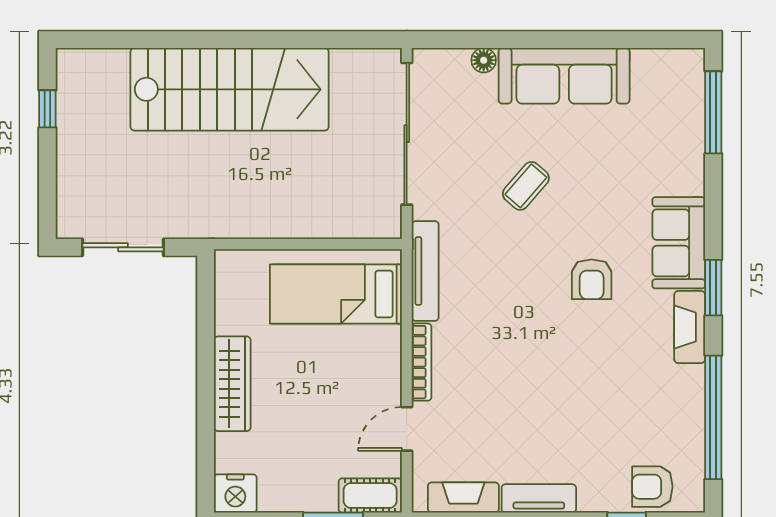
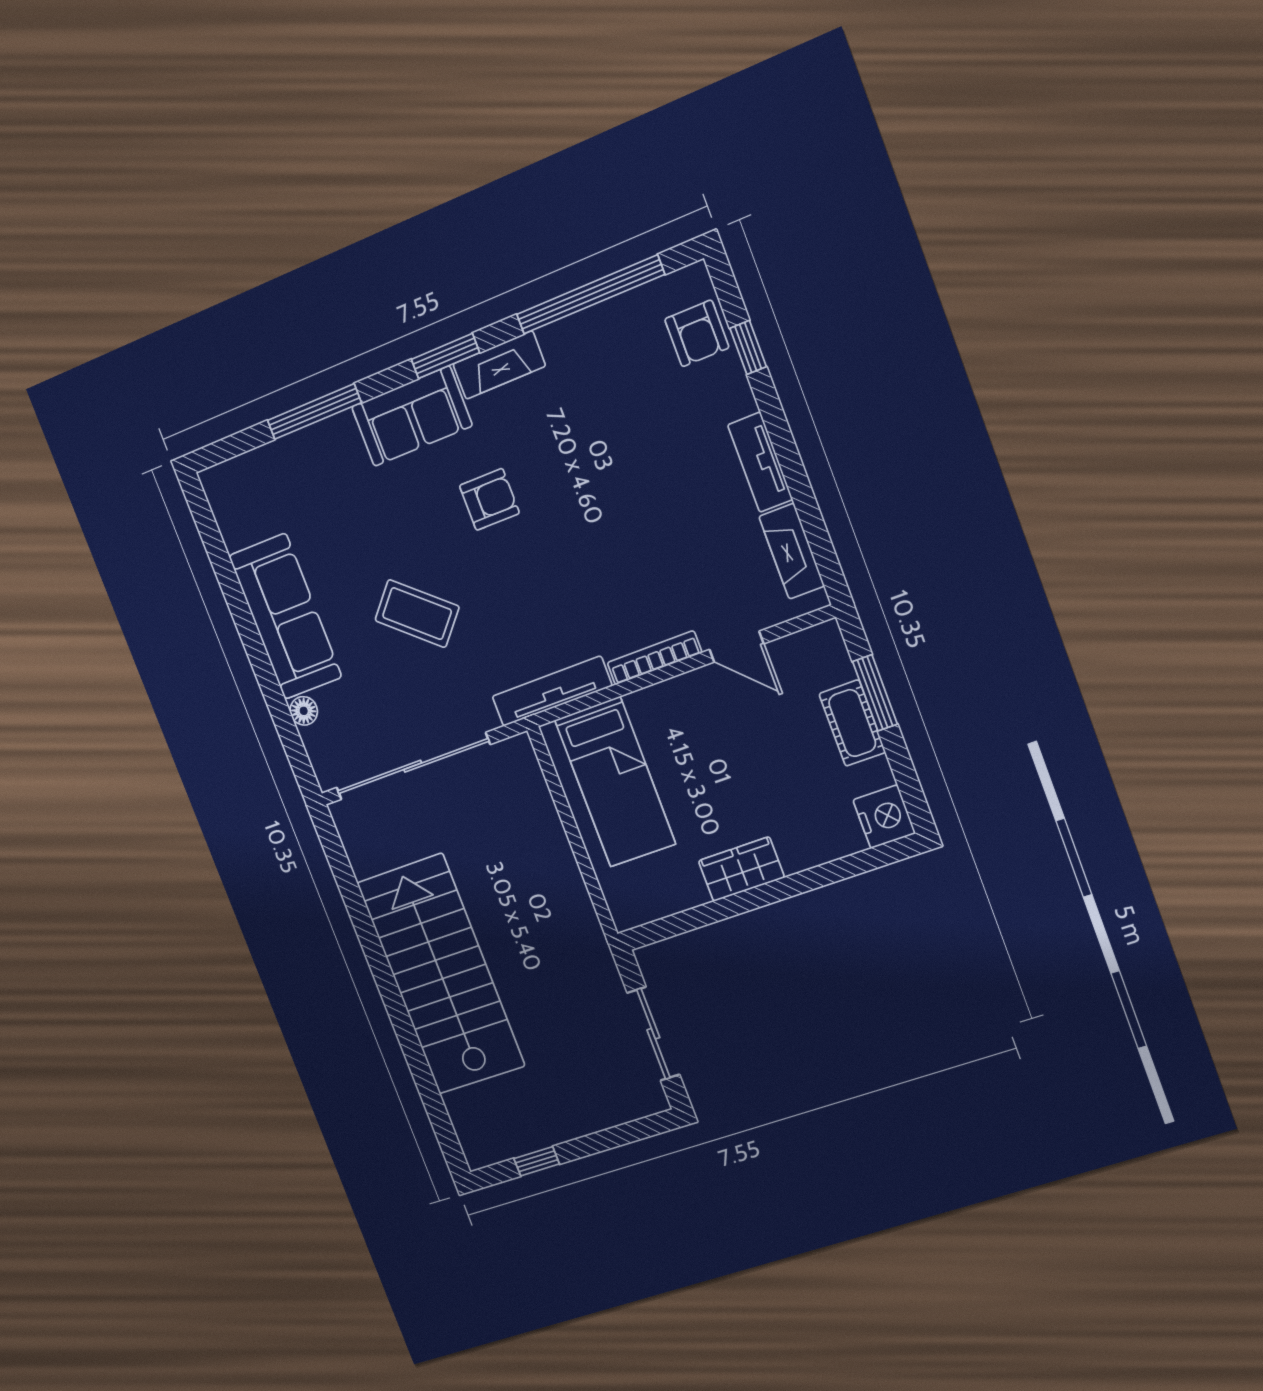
window: (713, 112) -> (314, 412), moved
coffee table: (526, 186) -> (417, 614), width x1.36, depth x1.30
wardrobe: (232, 384) -> (741, 869), width x0.67
cot: (370, 495) -> (852, 723), moved

